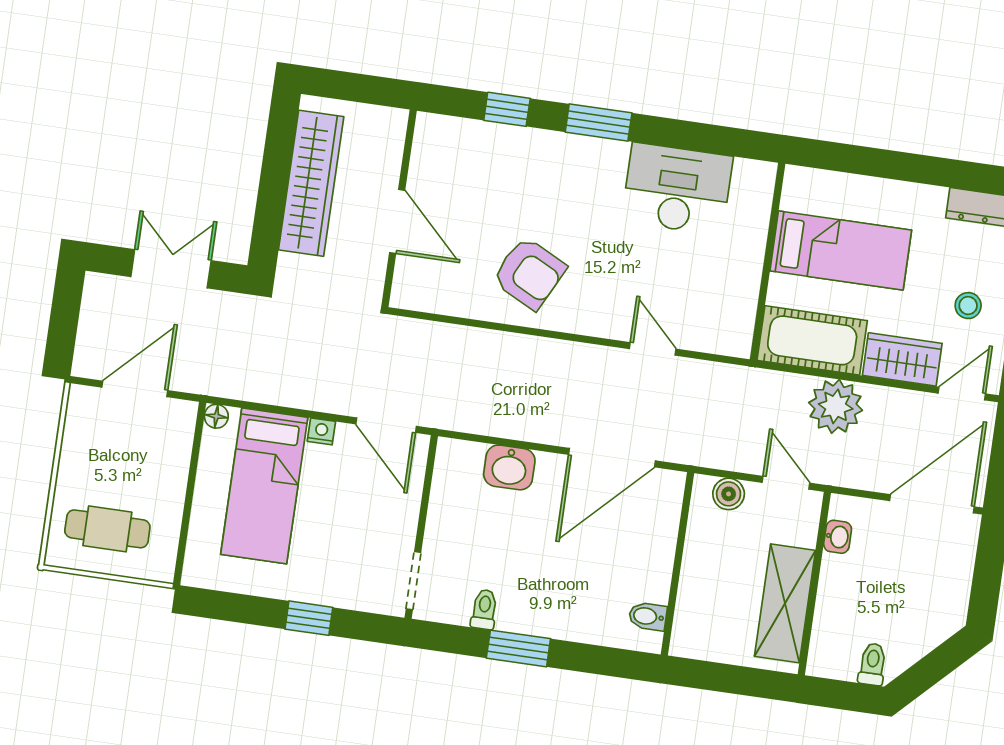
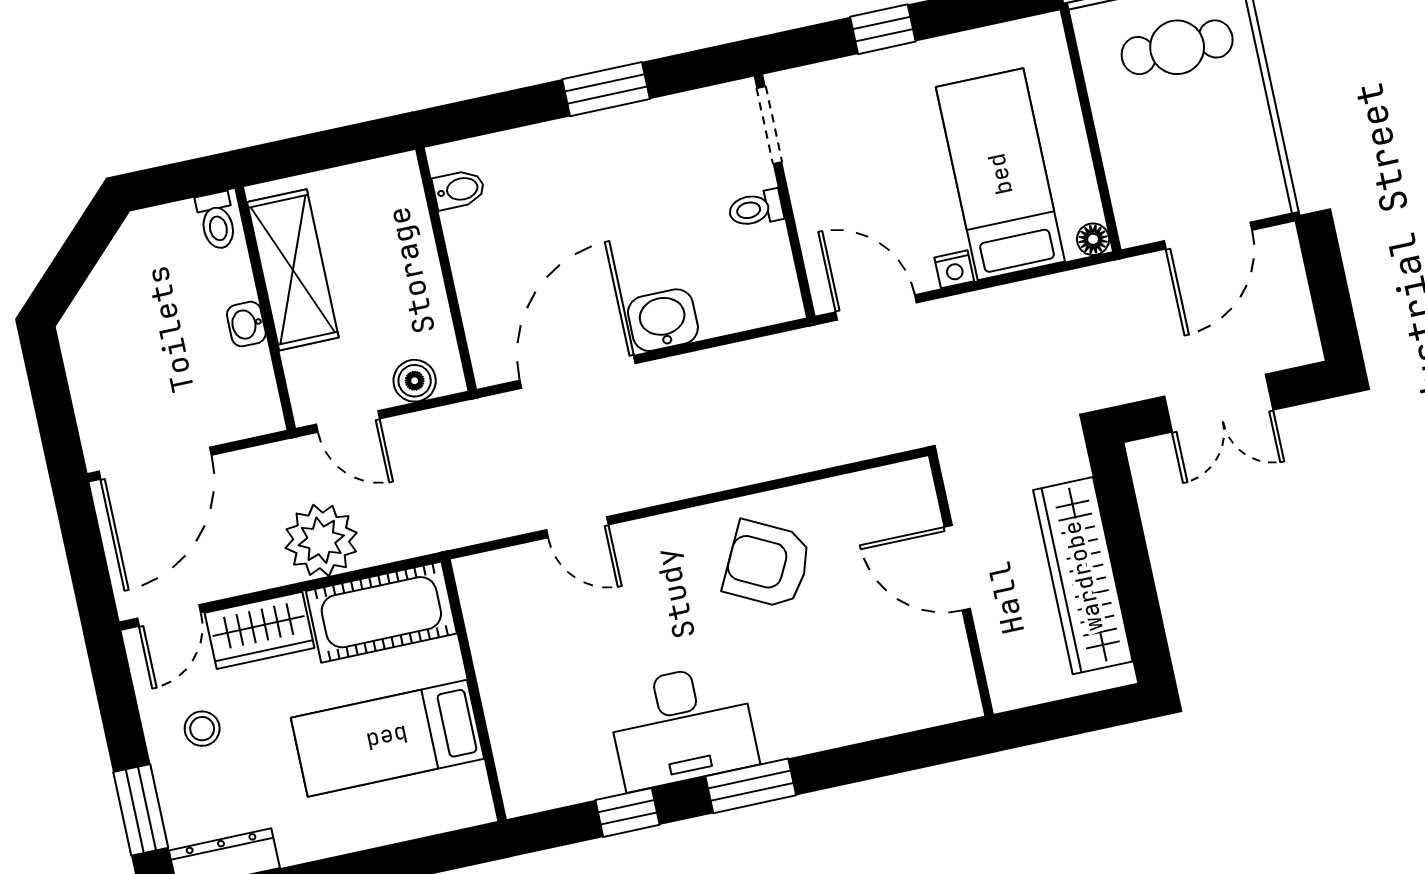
window: (507, 109) -> (628, 812), moved
desk: (677, 189) -> (682, 726), moved
washbasin: (509, 467) -> (663, 320), moved
washbasin: (838, 537) -> (246, 324), moved
toilet: (484, 609) -> (756, 209), moved, turned 90
toilet: (872, 664) -> (217, 221), moved

